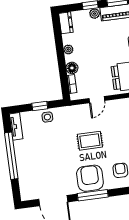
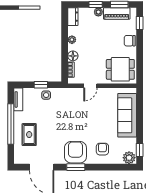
rug: (90, 141) -> (29, 135), moved, turned 90
window: (93, 195) -> (76, 167), width x0.69

